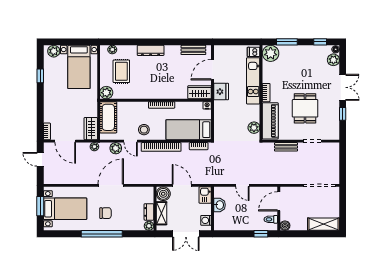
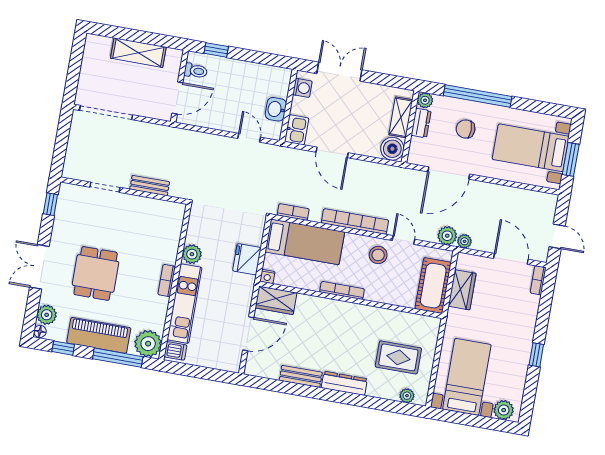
window: (287, 42) -> (118, 358), width x1.44
bench: (193, 50) -> (301, 376), moved
rug: (121, 71) -> (398, 357), turned 90
window: (40, 76) -> (536, 355), moved
fridge: (221, 92) -> (247, 259), moved
plant: (106, 93) -> (429, 327), removed
dining table: (305, 108) -> (96, 273), moved
window: (343, 114) -> (50, 204), moved
piano: (270, 121) -> (99, 335), moved, turned 90
plant: (254, 128) -> (192, 254), moved
wardrobe: (91, 129) -> (462, 290), moved
plant: (116, 148) -> (447, 236), moved
door: (242, 185) -> (249, 138), moved
boiler: (163, 194) -> (392, 149), moved
wall: (155, 209) -> (410, 127), moved
dresser: (149, 212) -> (421, 123), moved
shelving: (161, 213) -> (401, 117), moved
shelving: (323, 224) -> (138, 53), moved
plant: (149, 226) -> (425, 100), moved
boiler: (285, 226) -> (174, 56), removed

